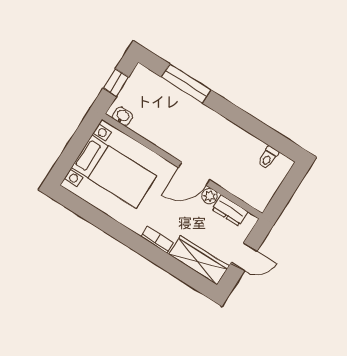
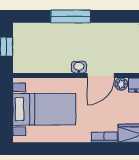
window: (186, 83) -> (71, 16), moved
washbasin: (122, 116) -> (79, 67), moved

